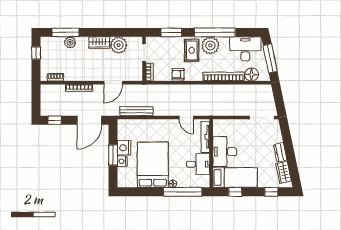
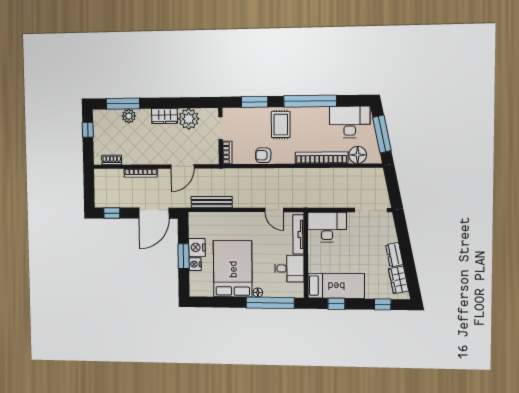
plant: (210, 45) -> (305, 118), removed
desk: (225, 152) -> (327, 227), moved, turned 90

